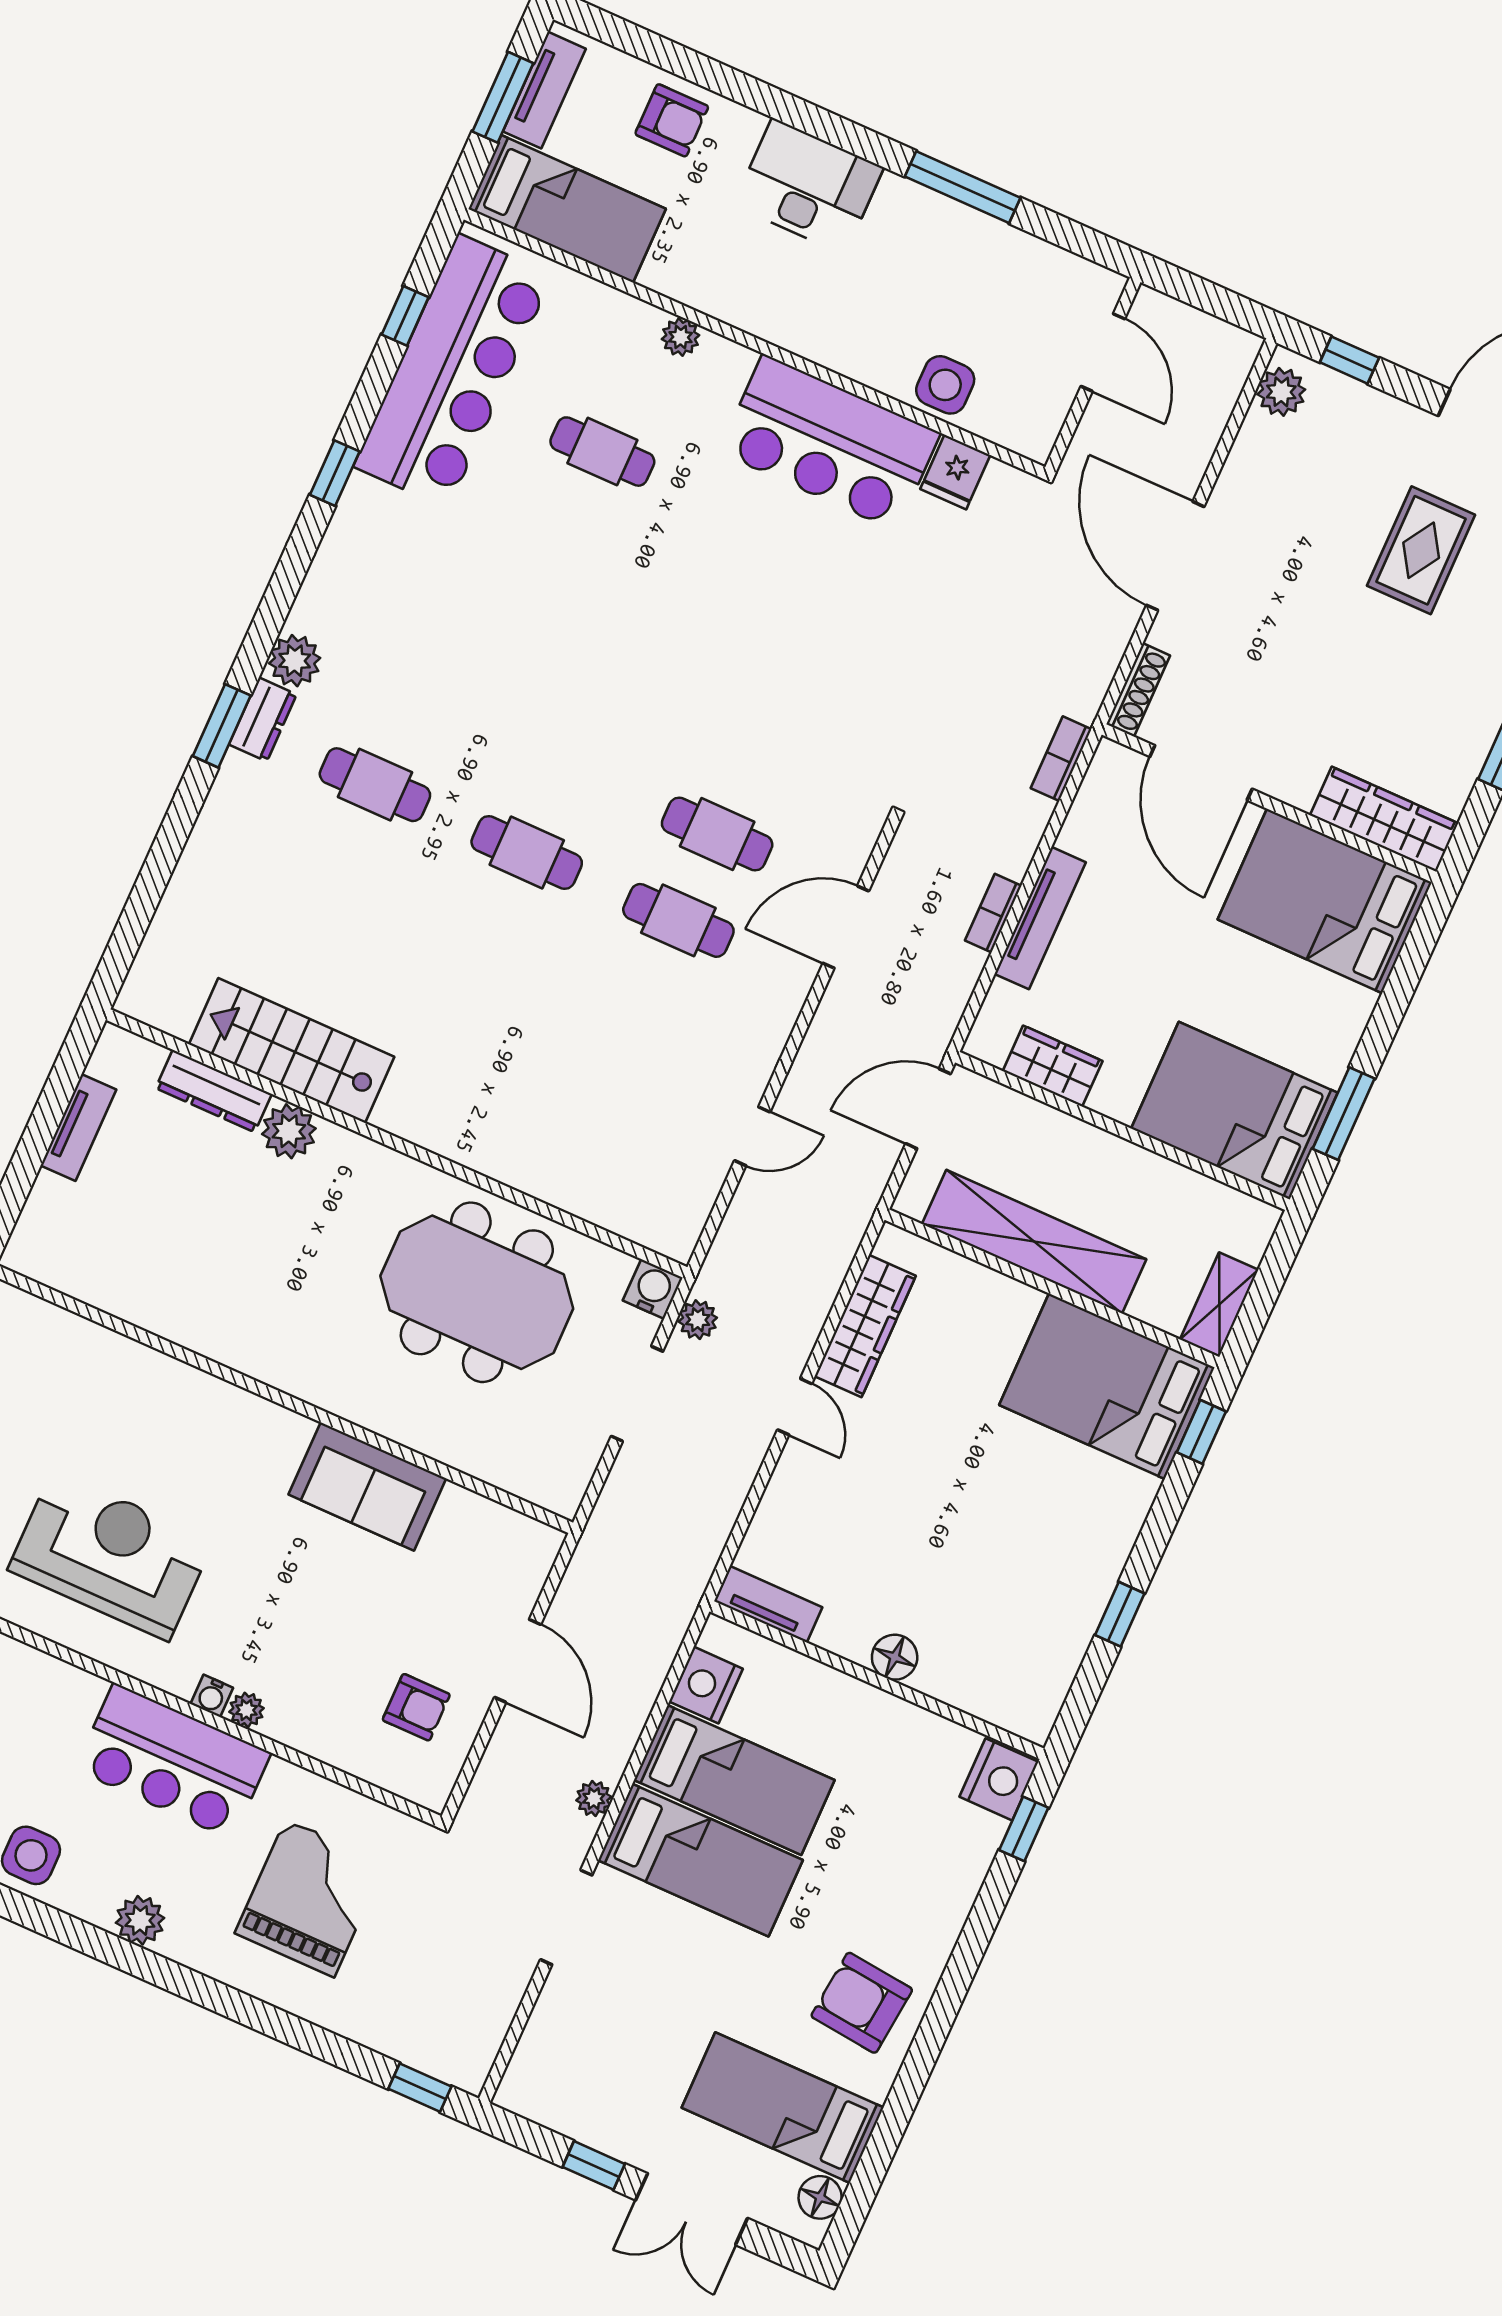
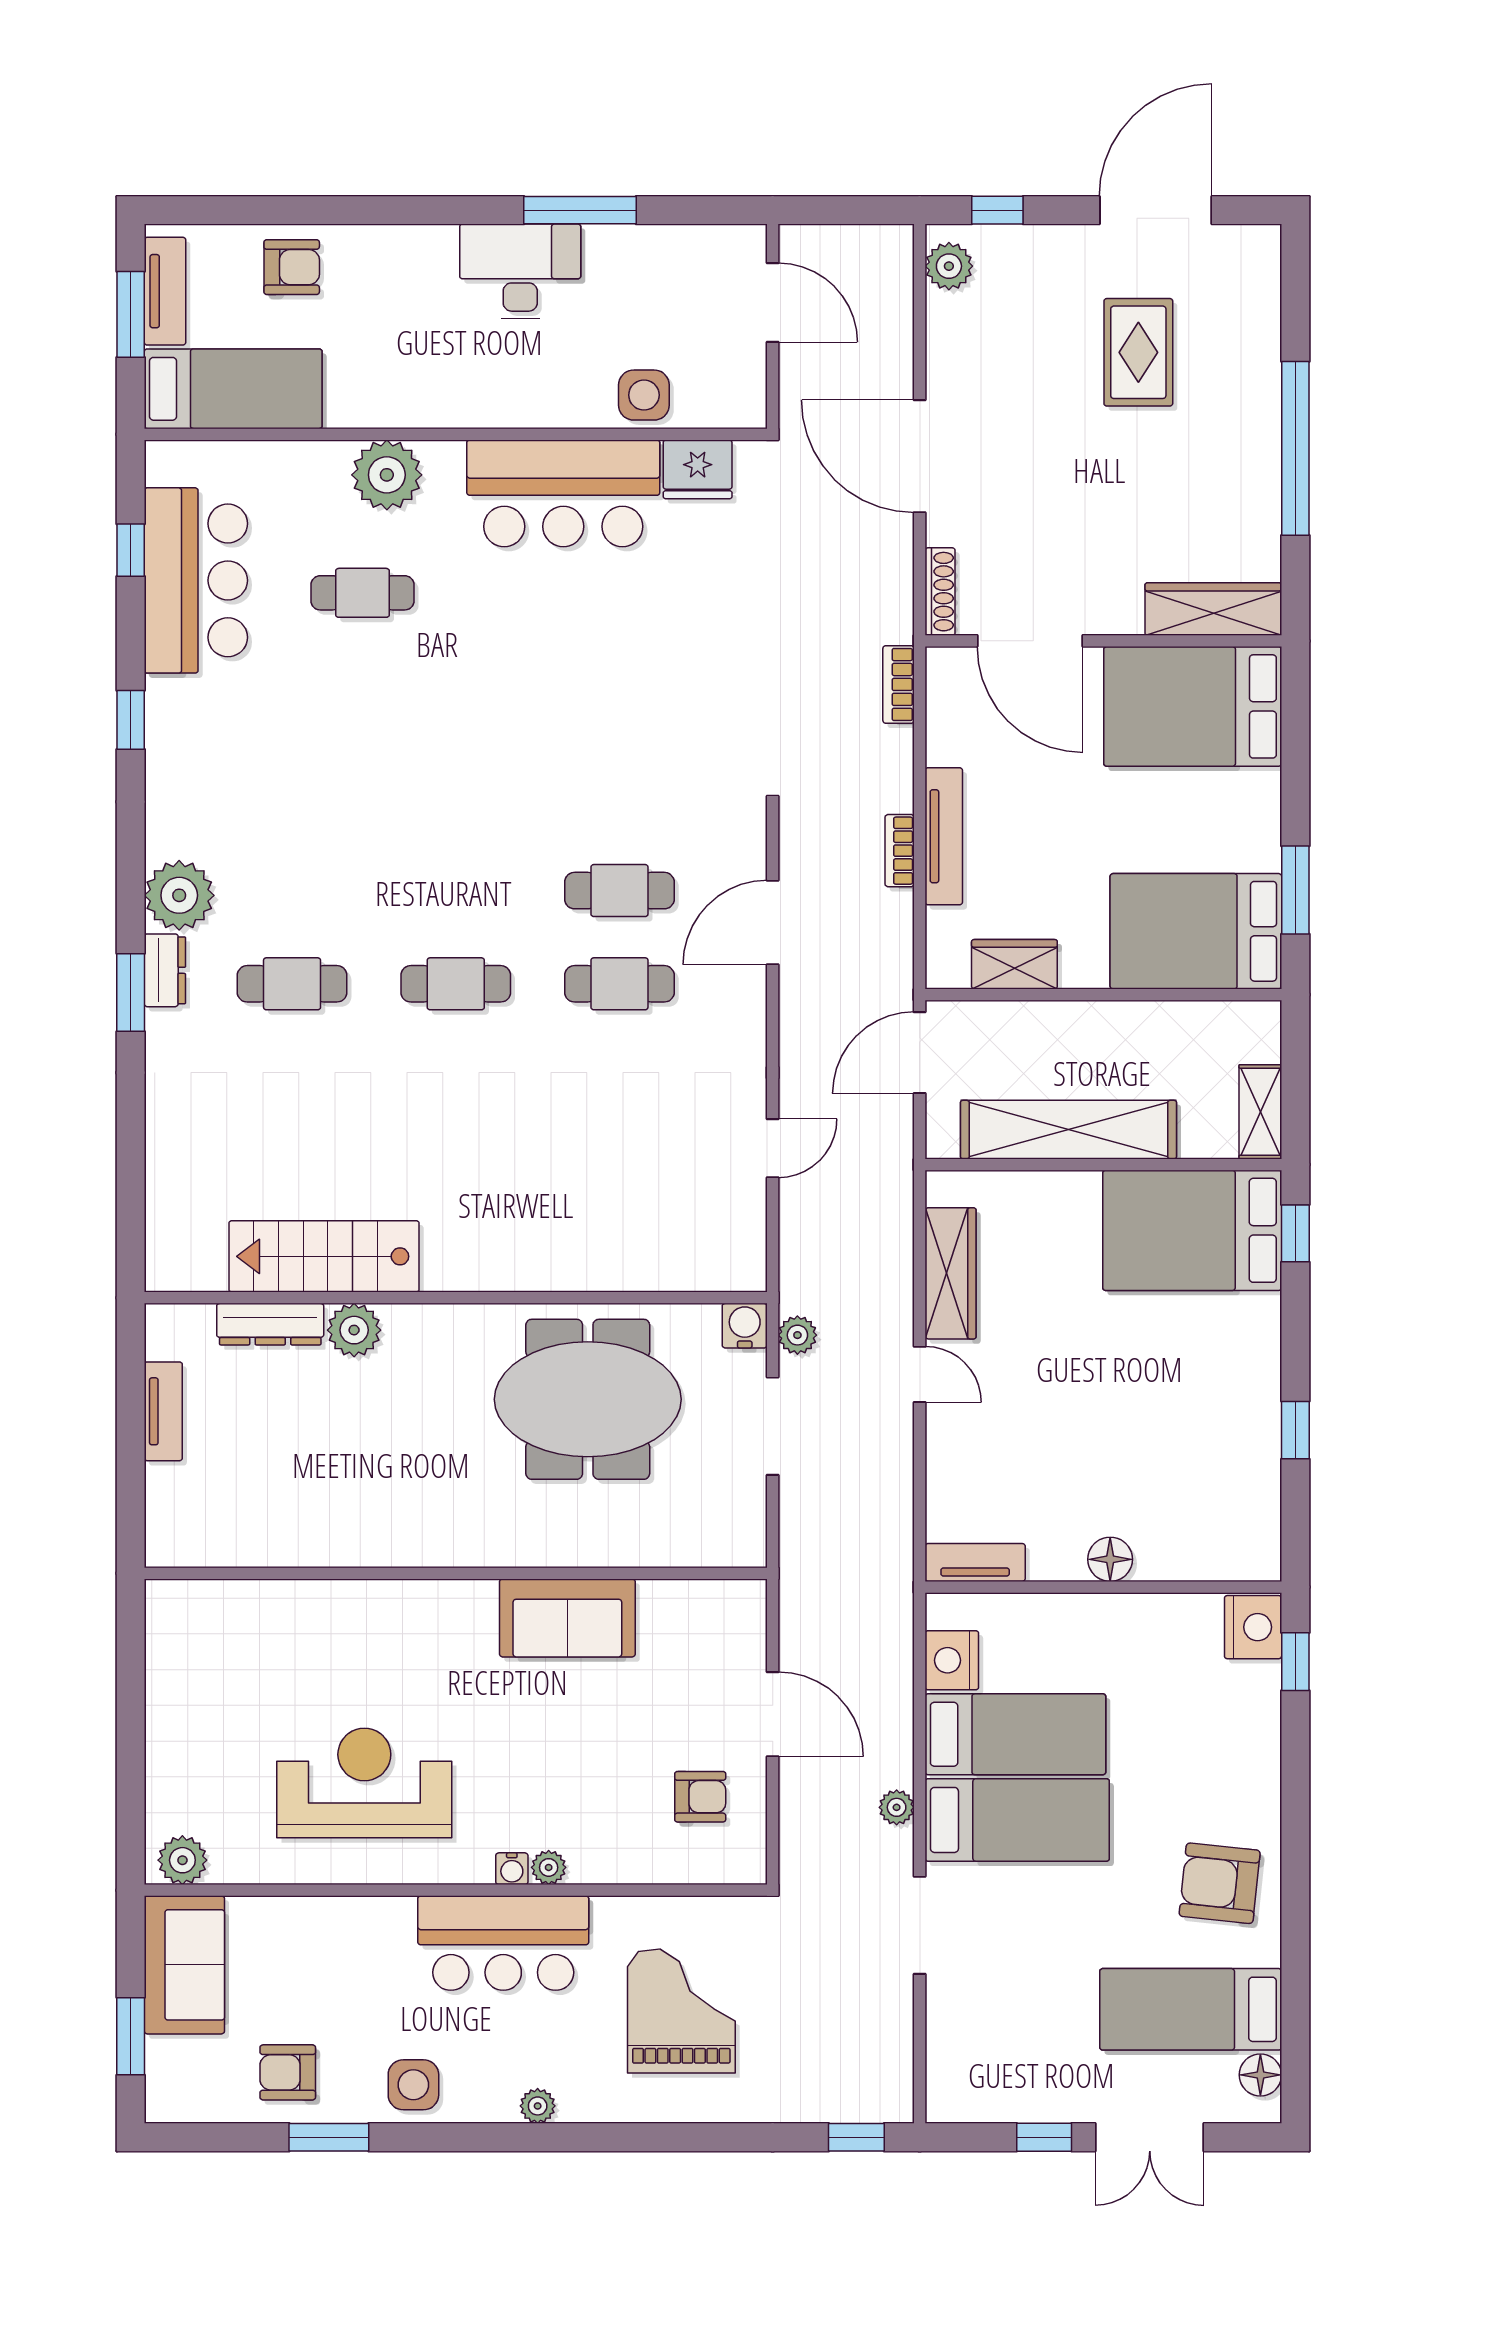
desk: (808, 186) -> (520, 271), moved
plant: (681, 337) -> (387, 475), width x1.88, depth x1.88
bar counter: (453, 371) -> (196, 580), width x0.73
fridge: (955, 472) -> (698, 469), width x1.38
plant: (295, 661) -> (179, 895), width x1.36, depth x1.36
plant: (140, 1920) -> (538, 2106), width x0.73, depth x0.73

